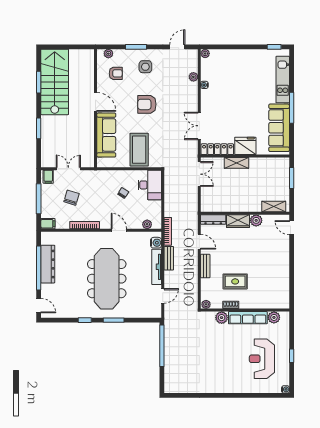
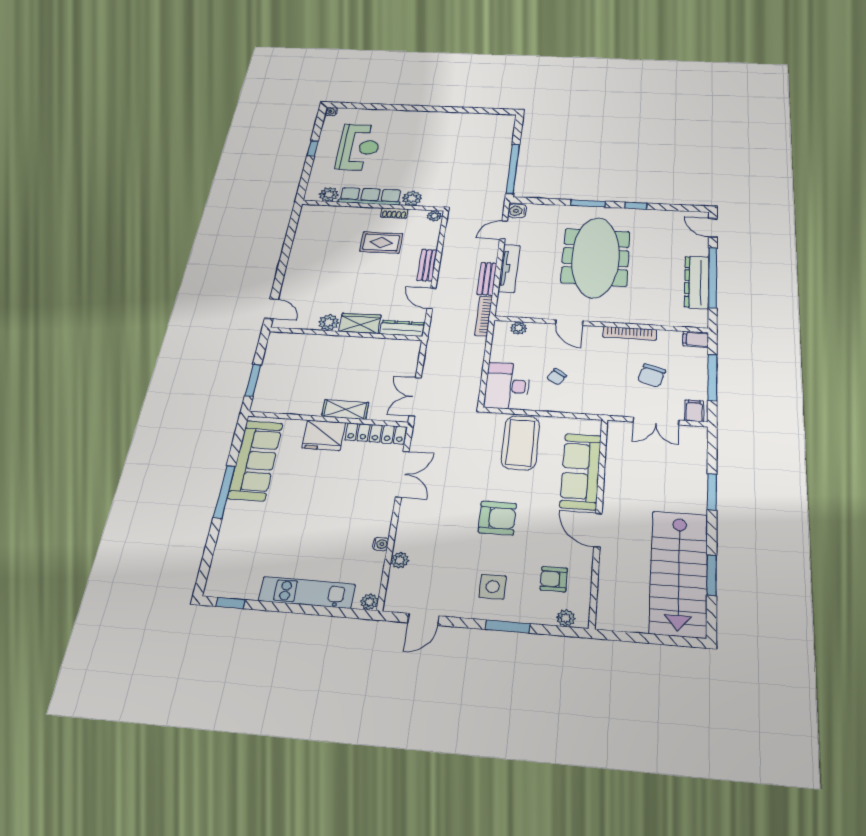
kitchen unit: (283, 80) -> (307, 592), moved, turned -90
shelving: (274, 206) -> (294, 341), removed
water cooler: (156, 243) -> (517, 211), moved

